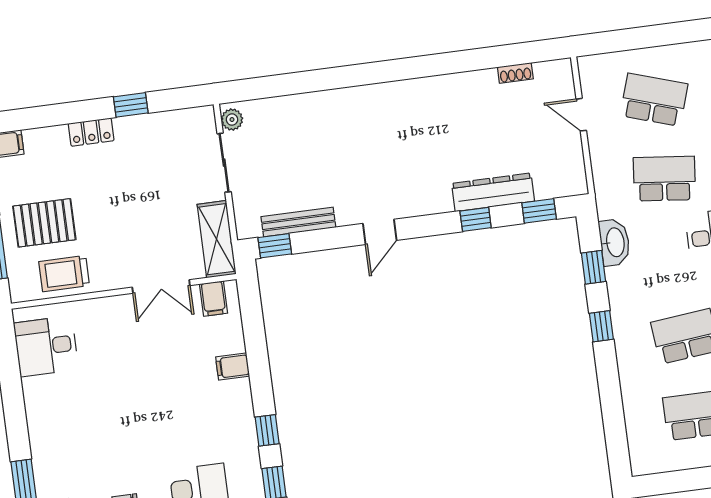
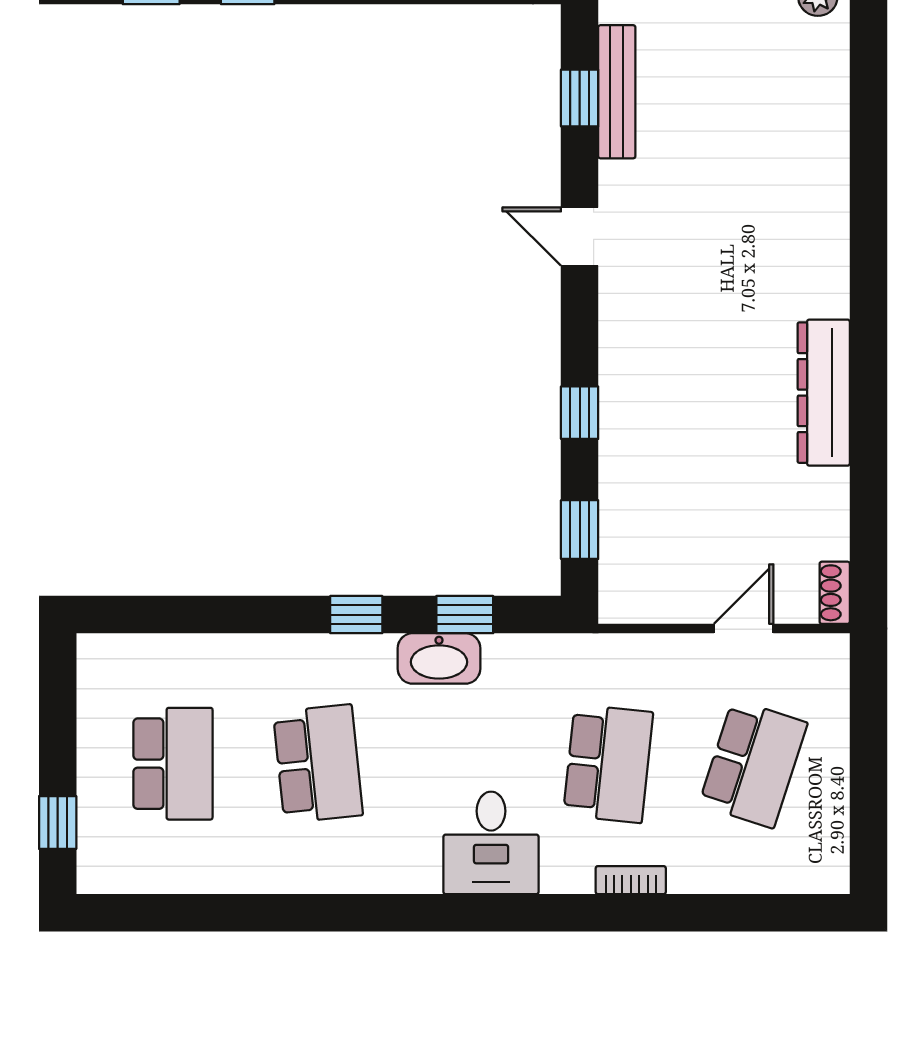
shoe rack: (515, 73) -> (835, 593), moved
dresser: (493, 192) -> (824, 393), moved, turned 180
washbasin: (615, 242) -> (439, 658), moved
window: (275, 246) -> (580, 98), moved

